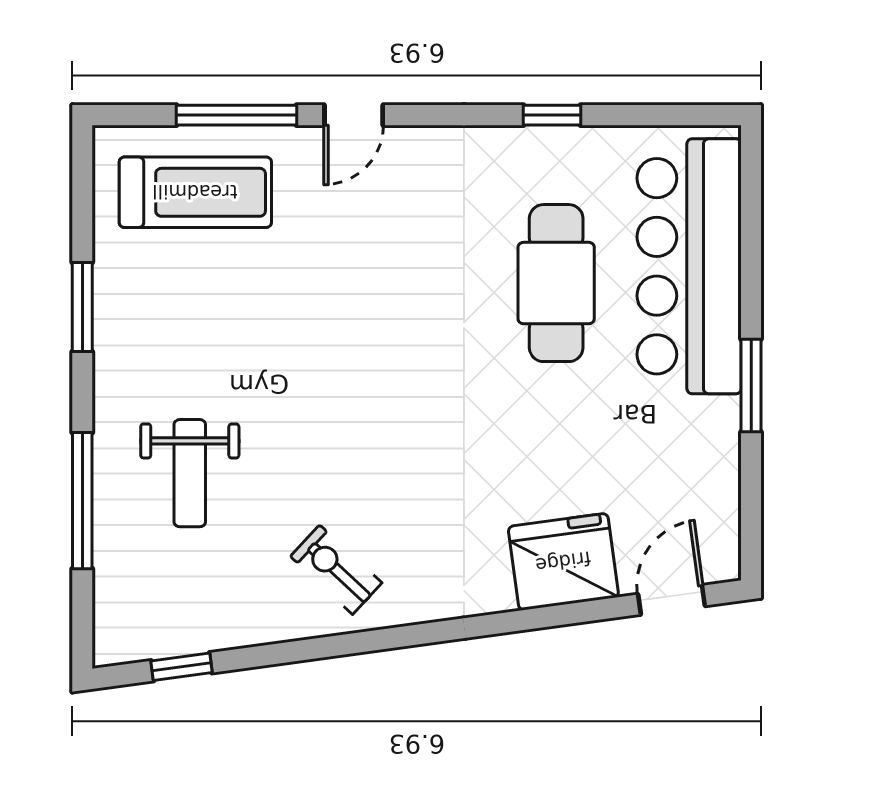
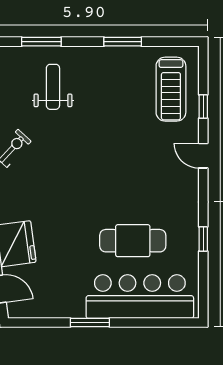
window: (237, 115) -> (203, 106), width x0.46
weight bench: (190, 473) -> (53, 87), turned 90
window: (82, 501) -> (41, 42), width x0.69

